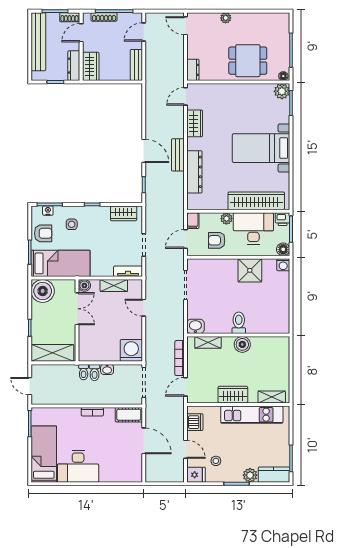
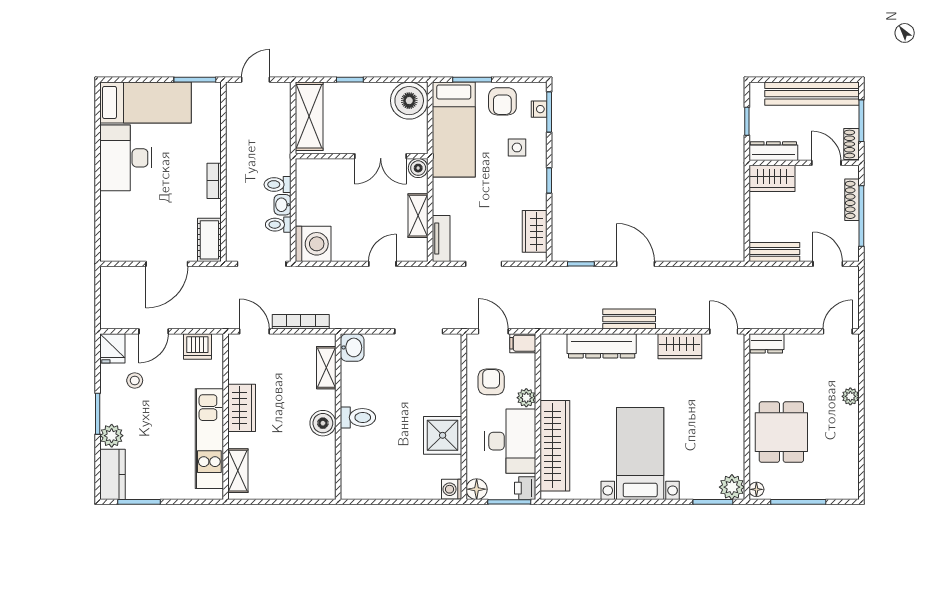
door: (144, 151) -> (636, 264), swing flipped
toilet: (84, 372) -> (278, 225), moved

